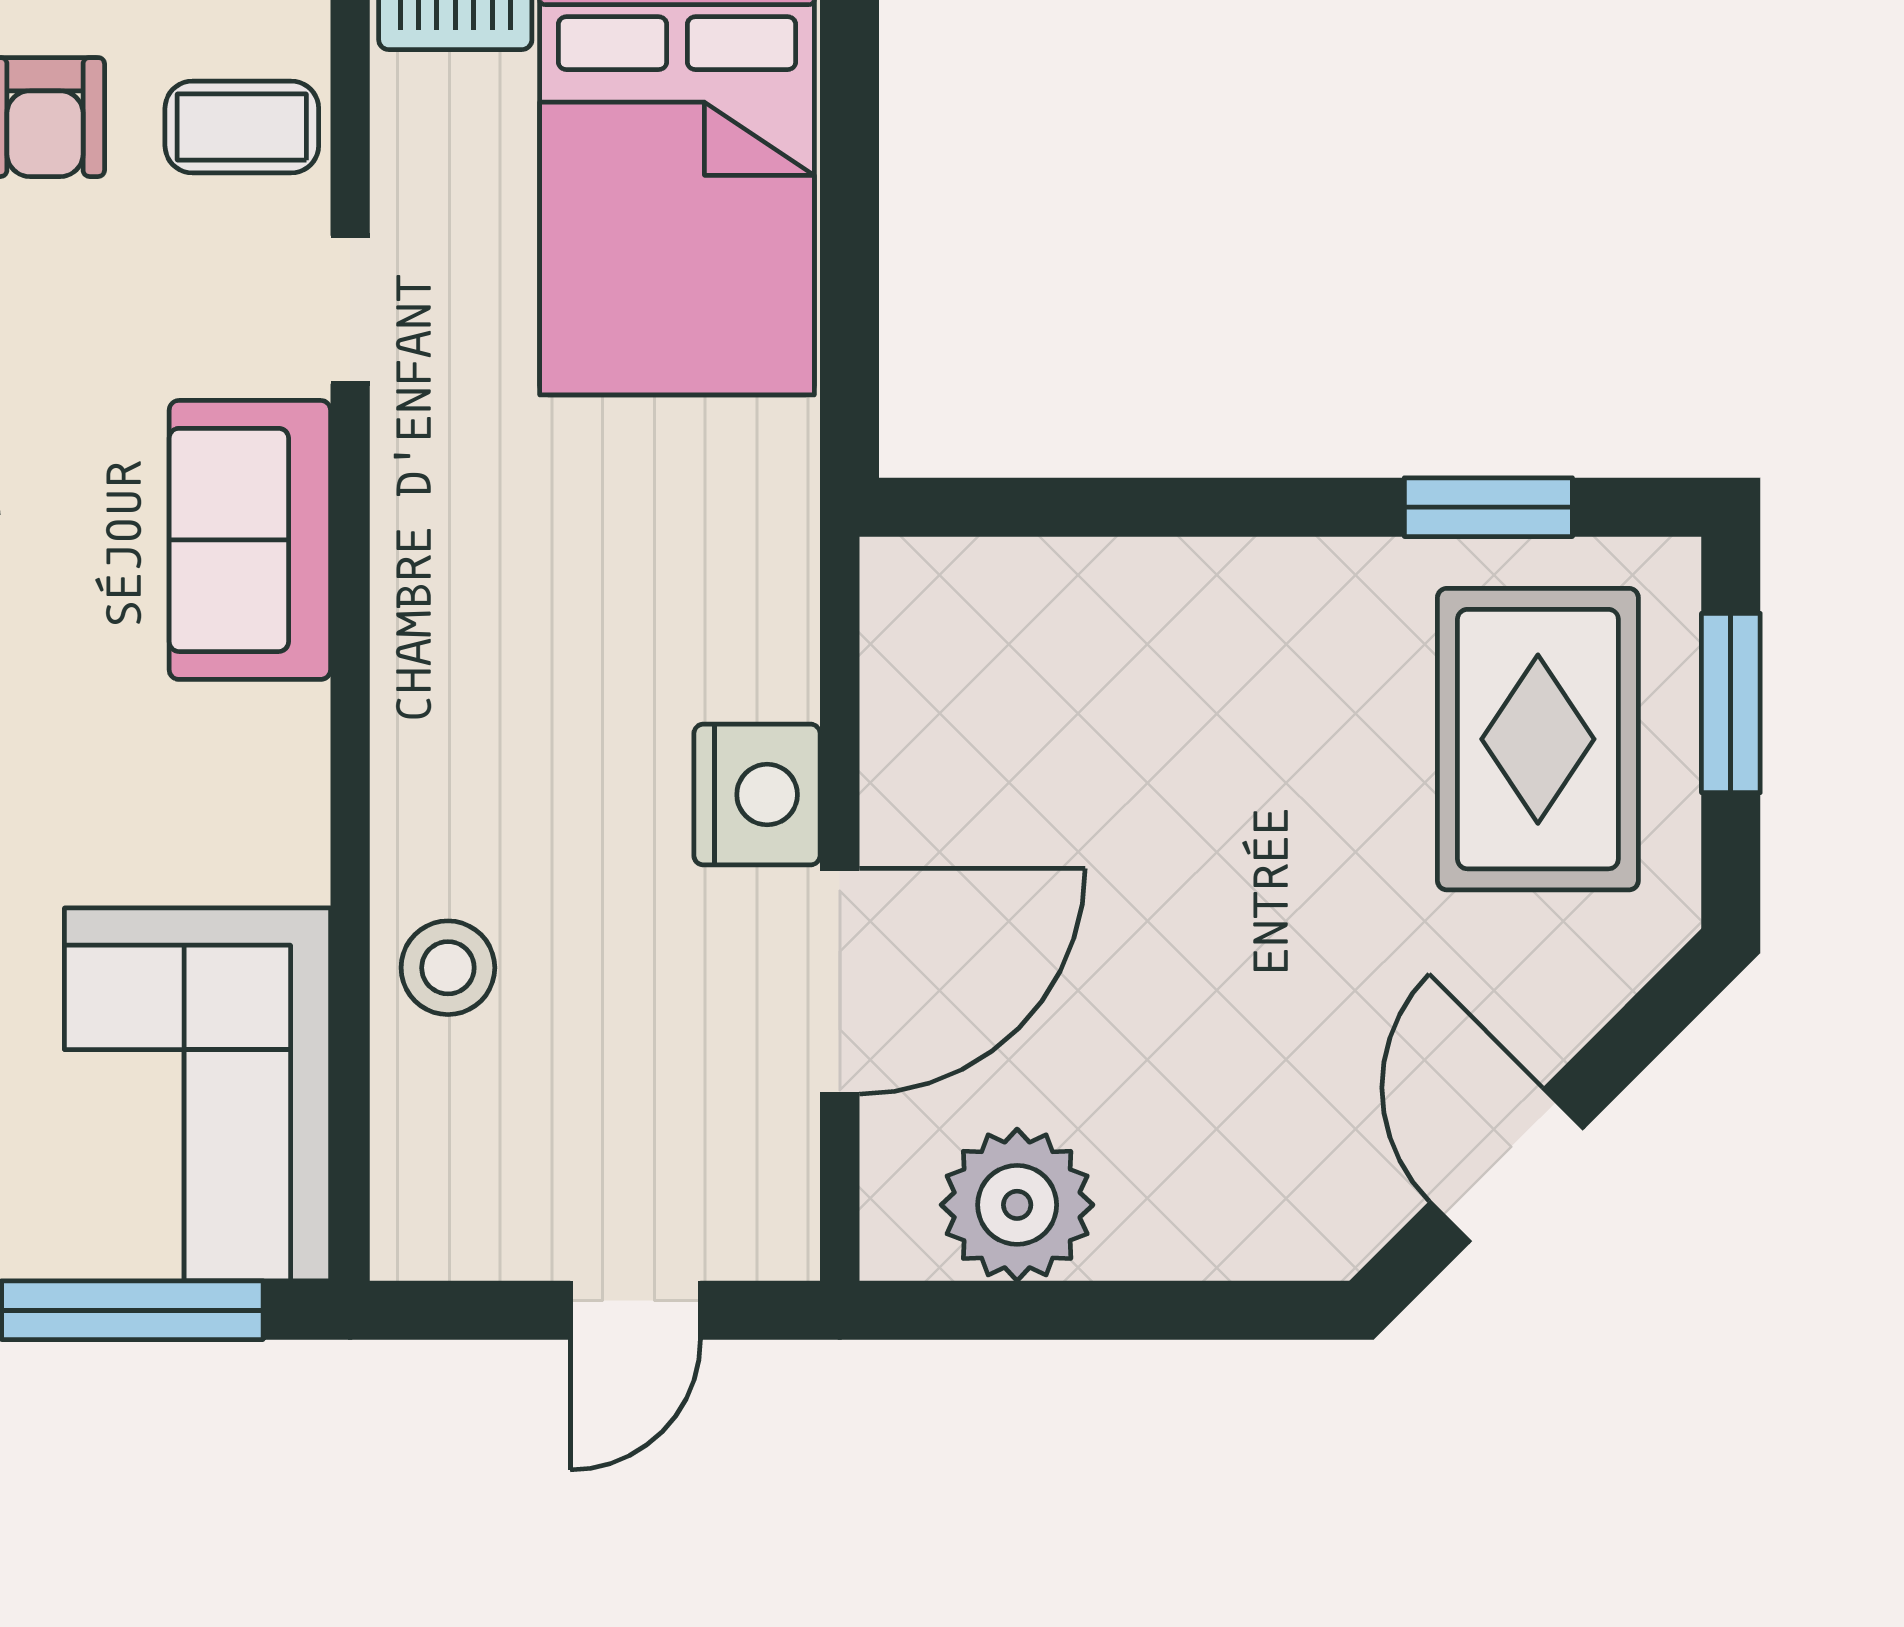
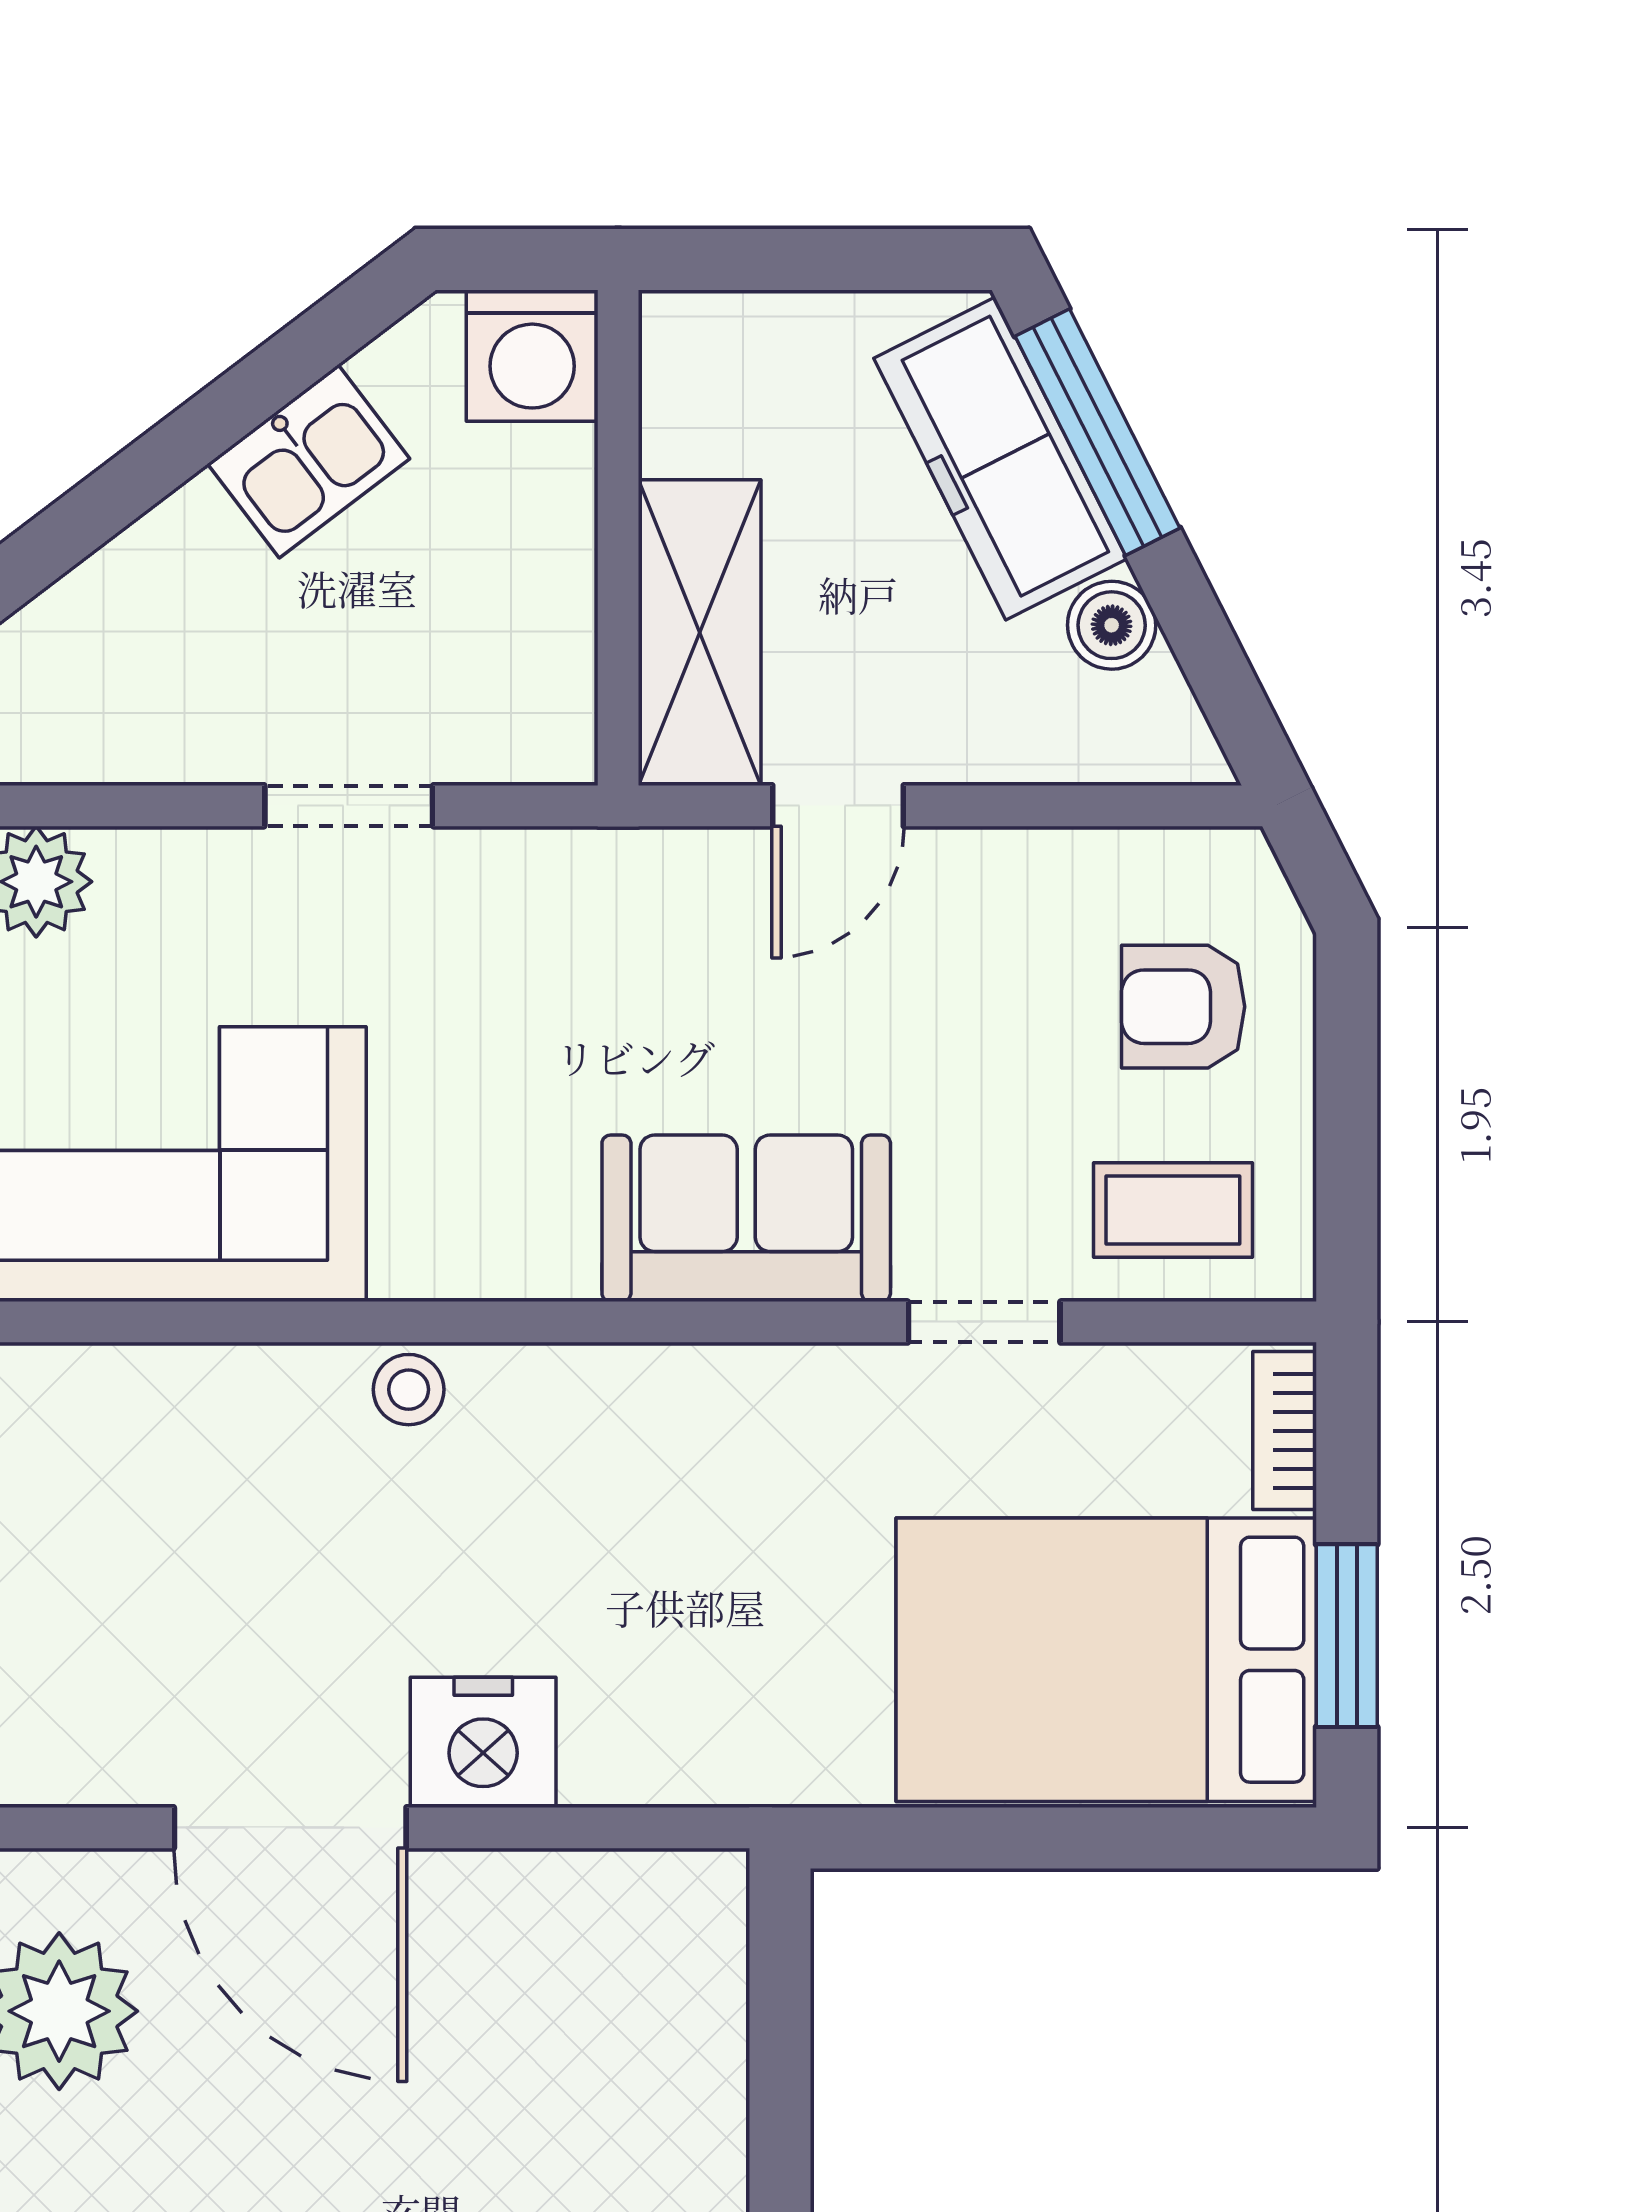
coffee table: (242, 127) -> (1173, 1210), turned 90
stool: (448, 968) -> (409, 1390), moved, width x0.73, depth x0.73

